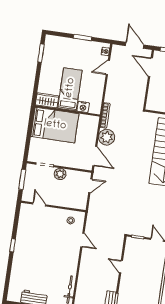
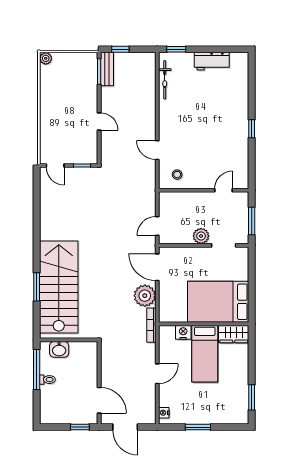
door: (108, 67) -> (157, 374), moved
door: (39, 204) -> (224, 190), swing flipped

